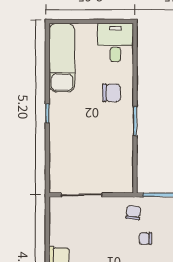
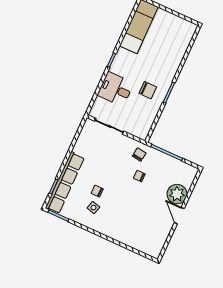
desk: (115, 42) -> (116, 89), moved, turned -90
chair: (112, 93) -> (148, 90), moved

